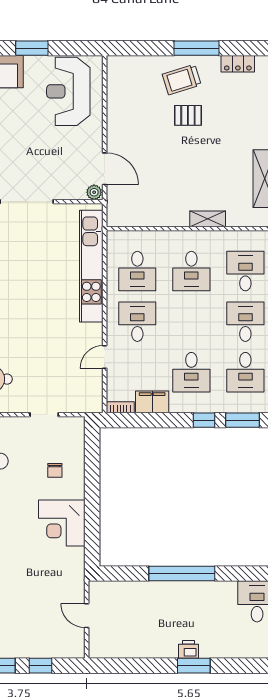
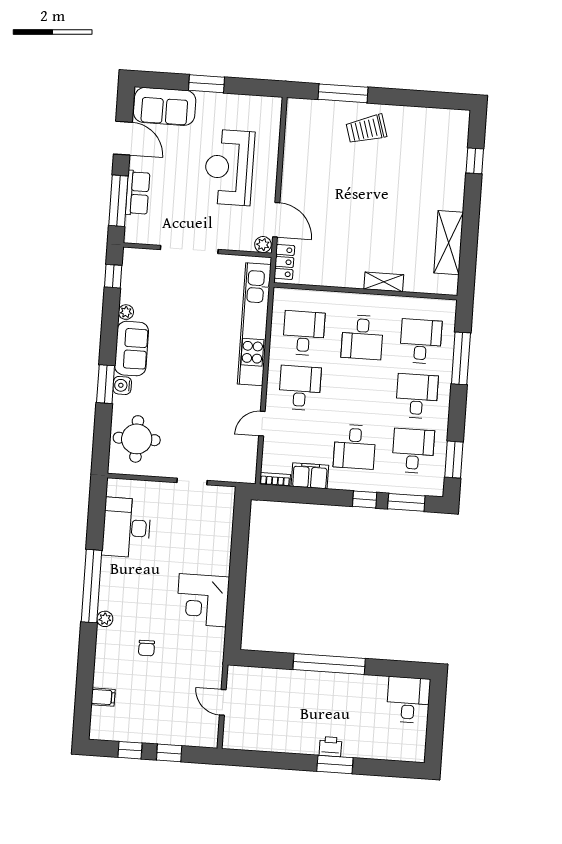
window: (197, 48) -> (343, 93), moved
locker: (238, 64) -> (284, 262), moved, turned -90
reception desk: (68, 91) -> (229, 167), moved
pallet: (188, 115) -> (370, 168), removed
desk: (137, 271) -> (304, 333), turned 180
desk: (245, 372) -> (413, 451), turned 180
chair: (55, 470) -> (146, 648), moved

